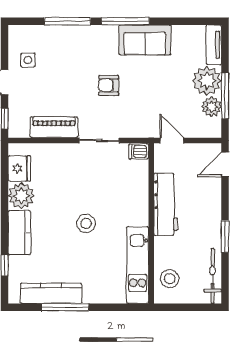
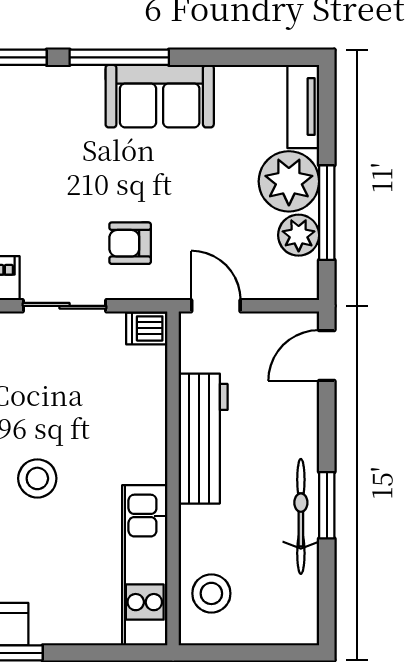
armchair: (109, 85) -> (130, 243), moved
bicycle: (213, 276) -> (301, 516), moved

